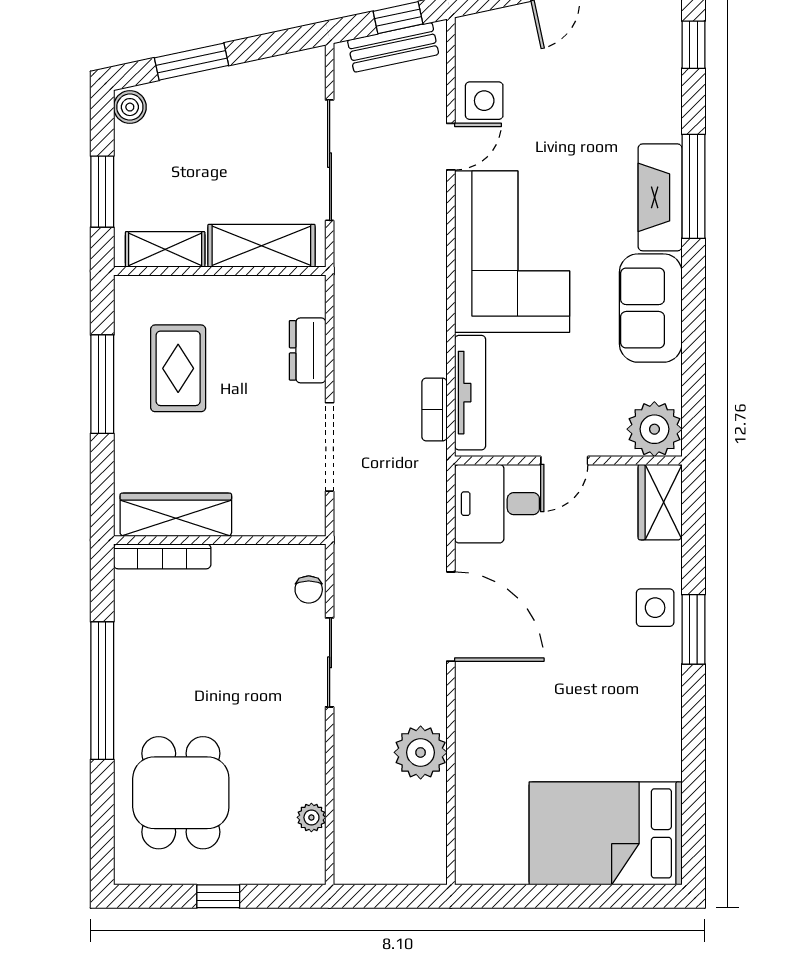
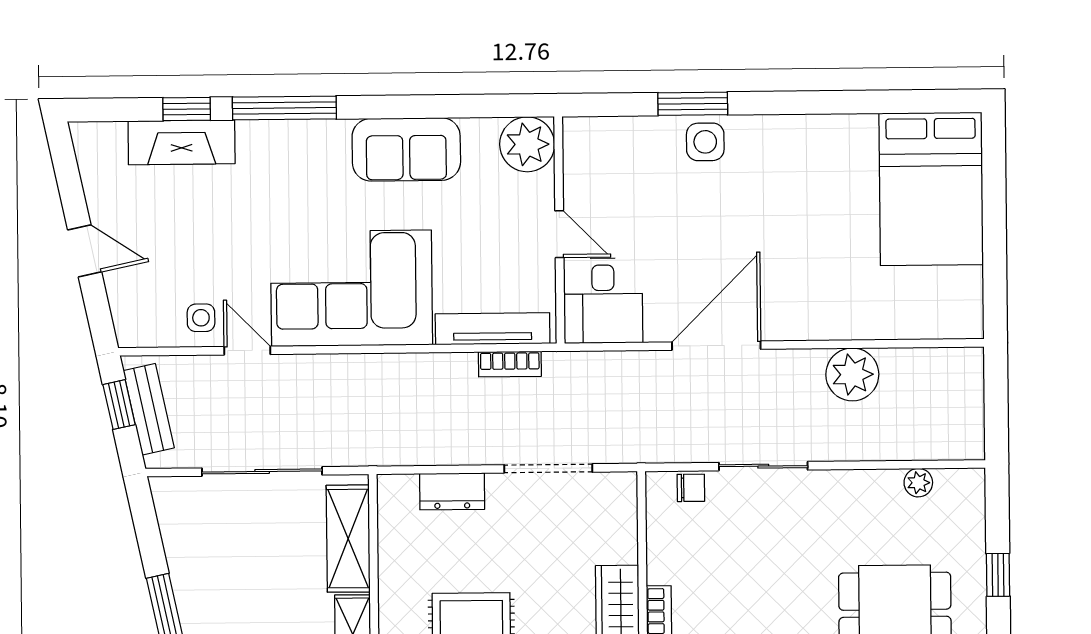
window: (693, 45) -> (187, 109), moved
side table: (484, 101) -> (201, 318), width x0.73, depth x0.73
fireplace: (660, 197) -> (182, 142), moved
wardrobe: (660, 502) -> (600, 138), removed
window: (693, 629) -> (693, 104), moved

